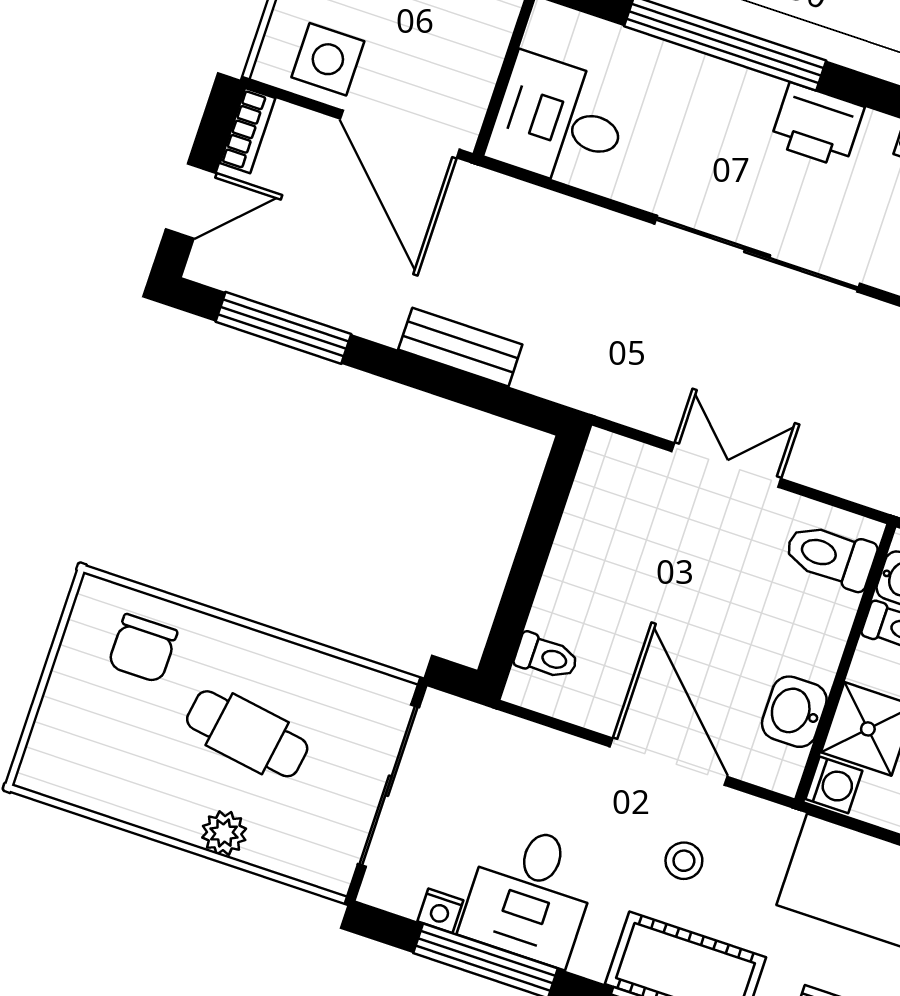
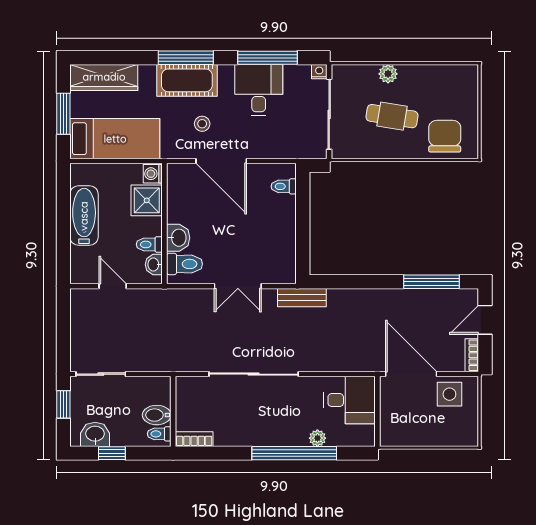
plant: (661, 60) -> (317, 438), added
printer: (817, 125) -> (247, 433), removed
bench: (460, 347) -> (302, 298), moved
chair: (143, 648) -> (445, 136), width x1.37, depth x1.37
washbasin: (794, 712) -> (178, 238), moved
nightstand: (440, 911) -> (319, 72), moved

